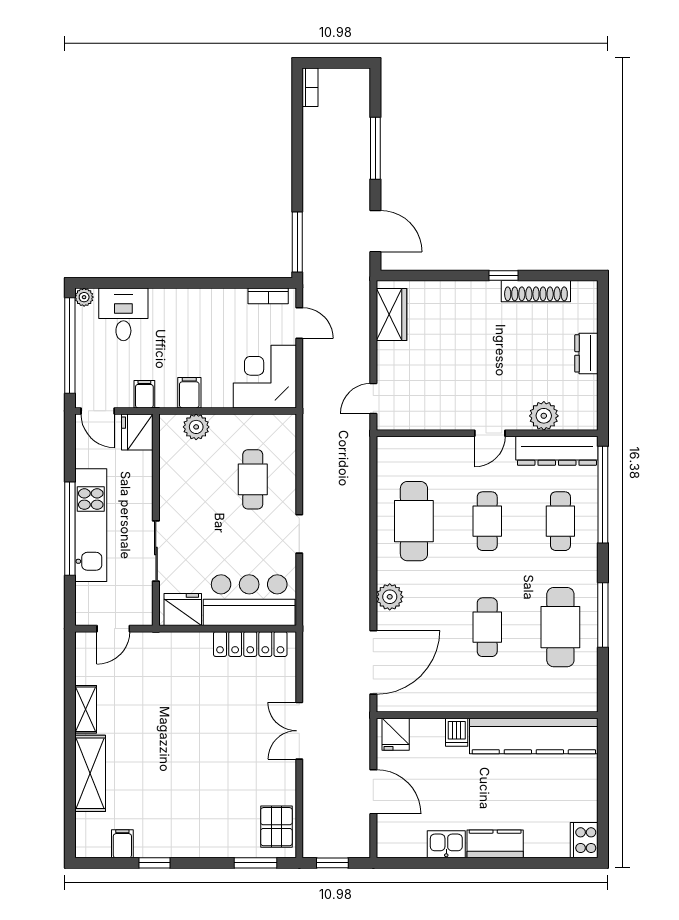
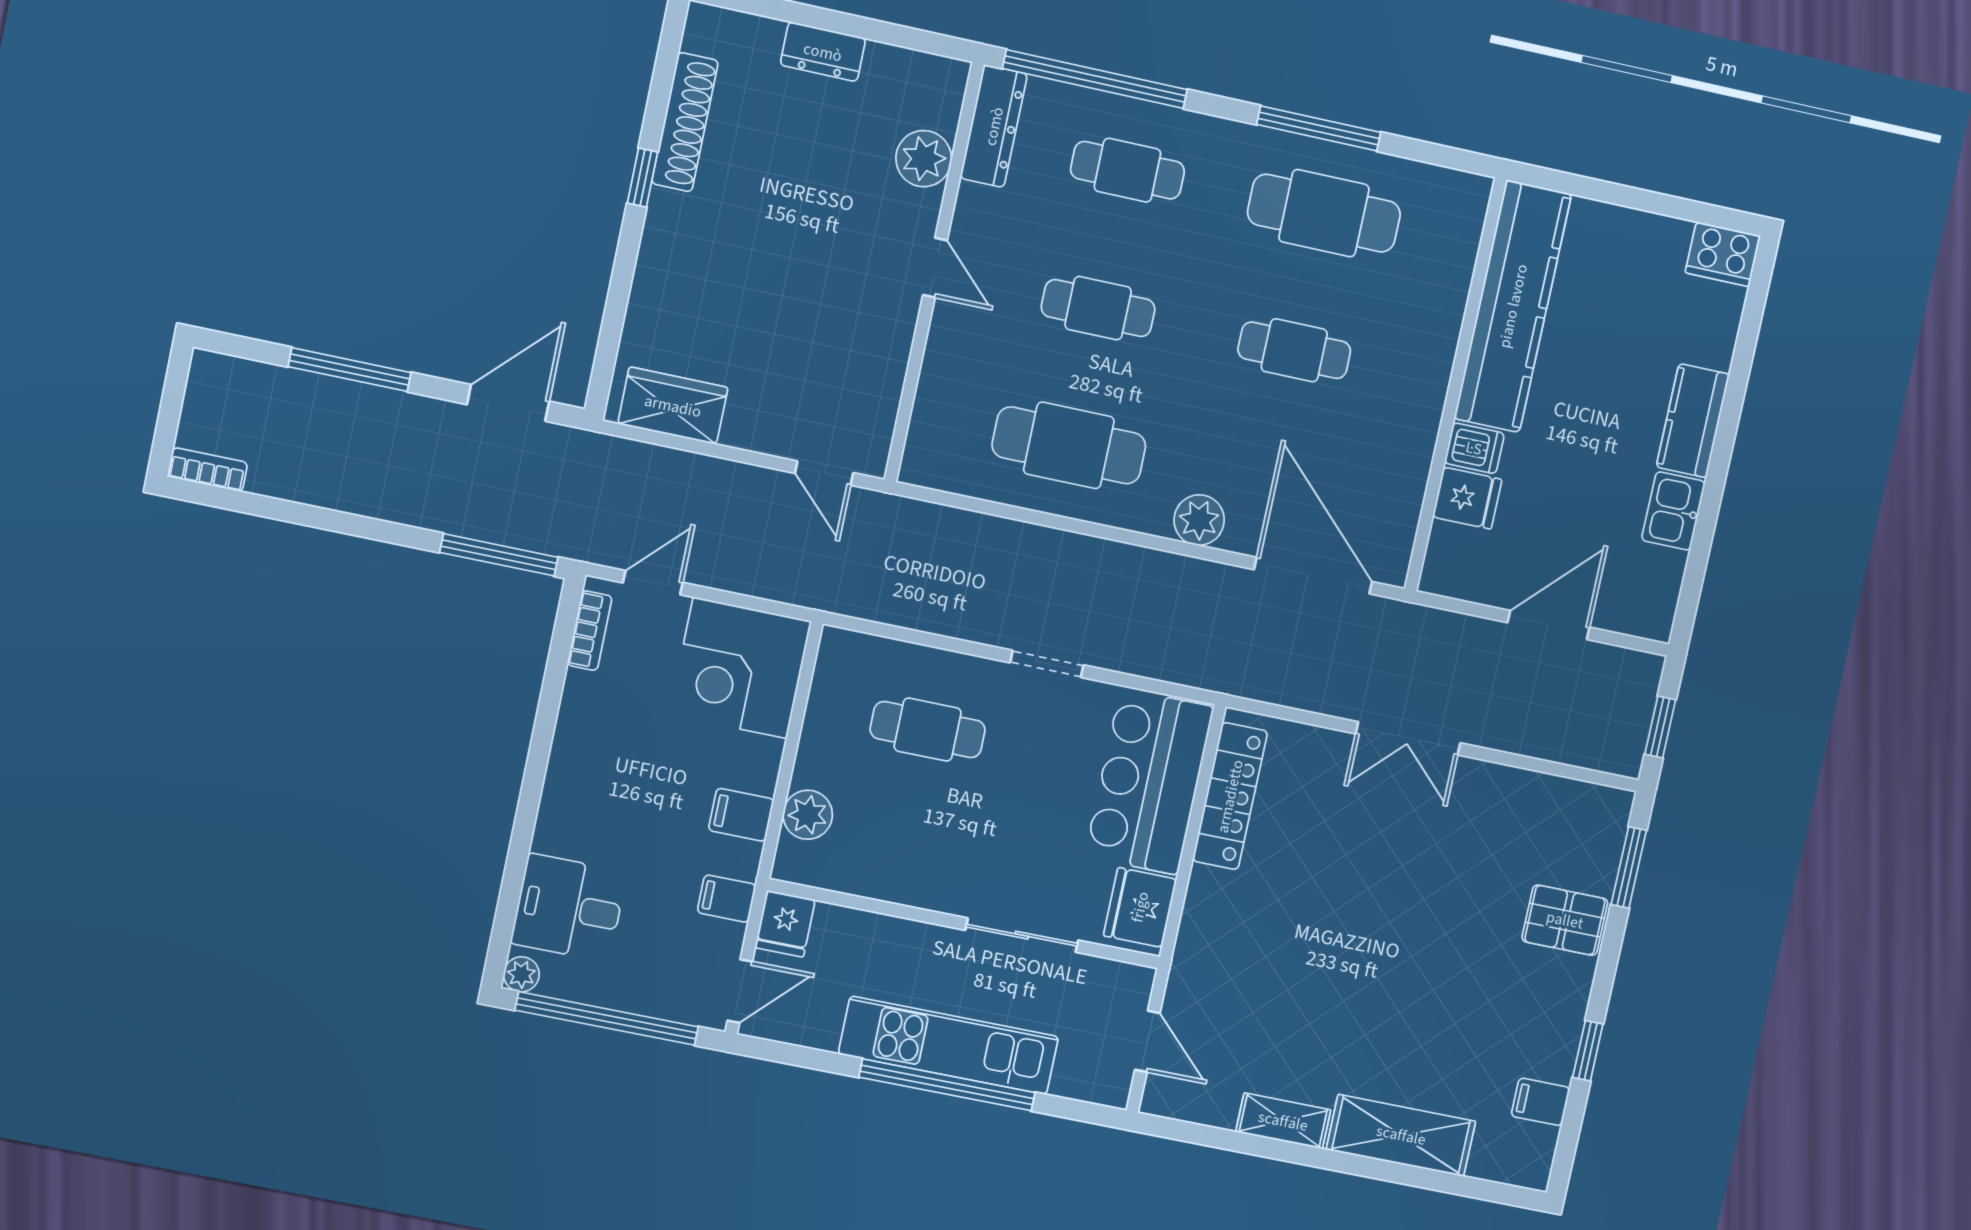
fridge: (137, 432) -> (785, 924), width x0.72
dresser: (557, 451) -> (994, 126), width x0.73, depth x0.80
fridge: (396, 734) -> (1467, 498), moved
pallet: (276, 827) -> (1565, 920), moved

